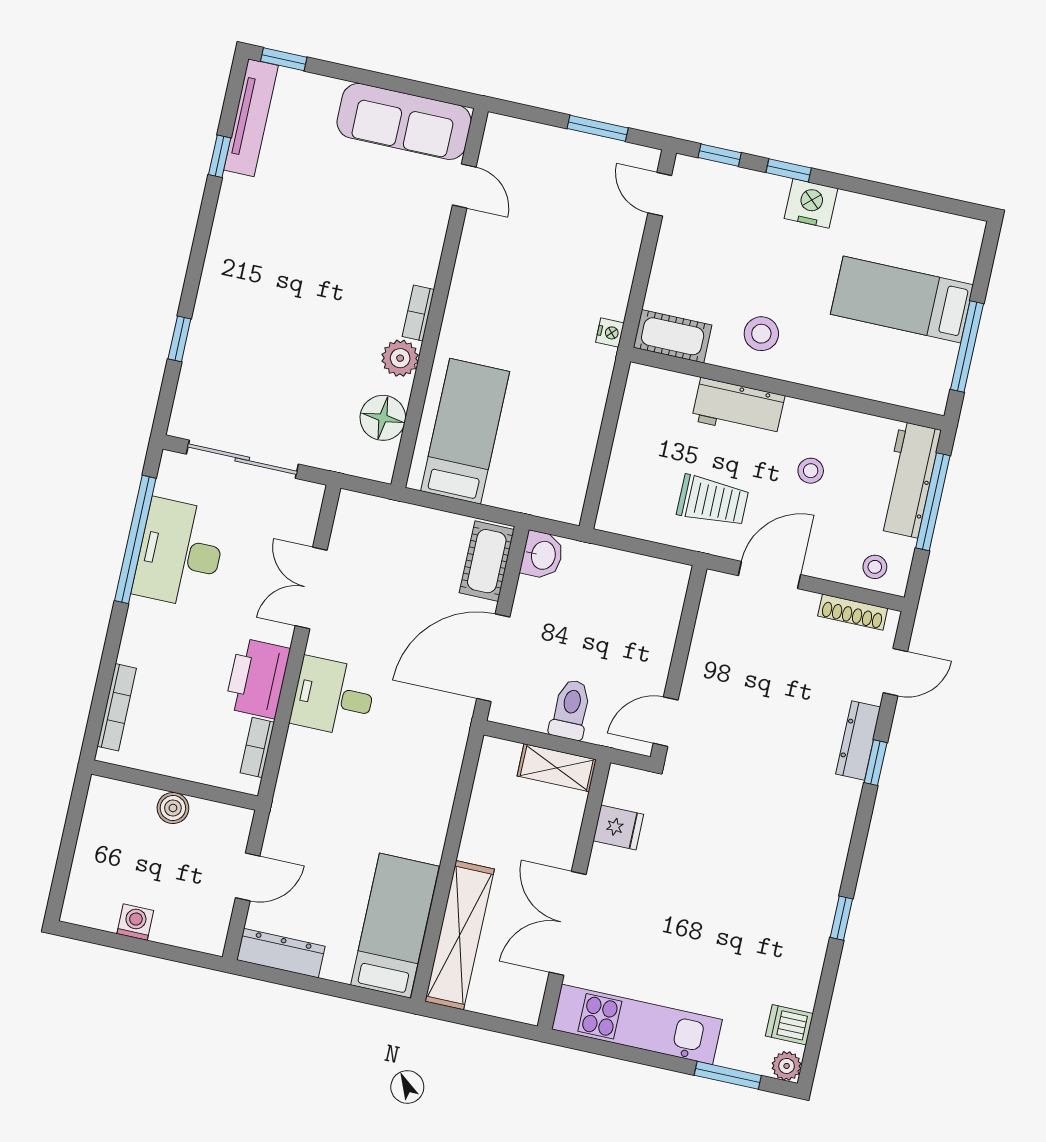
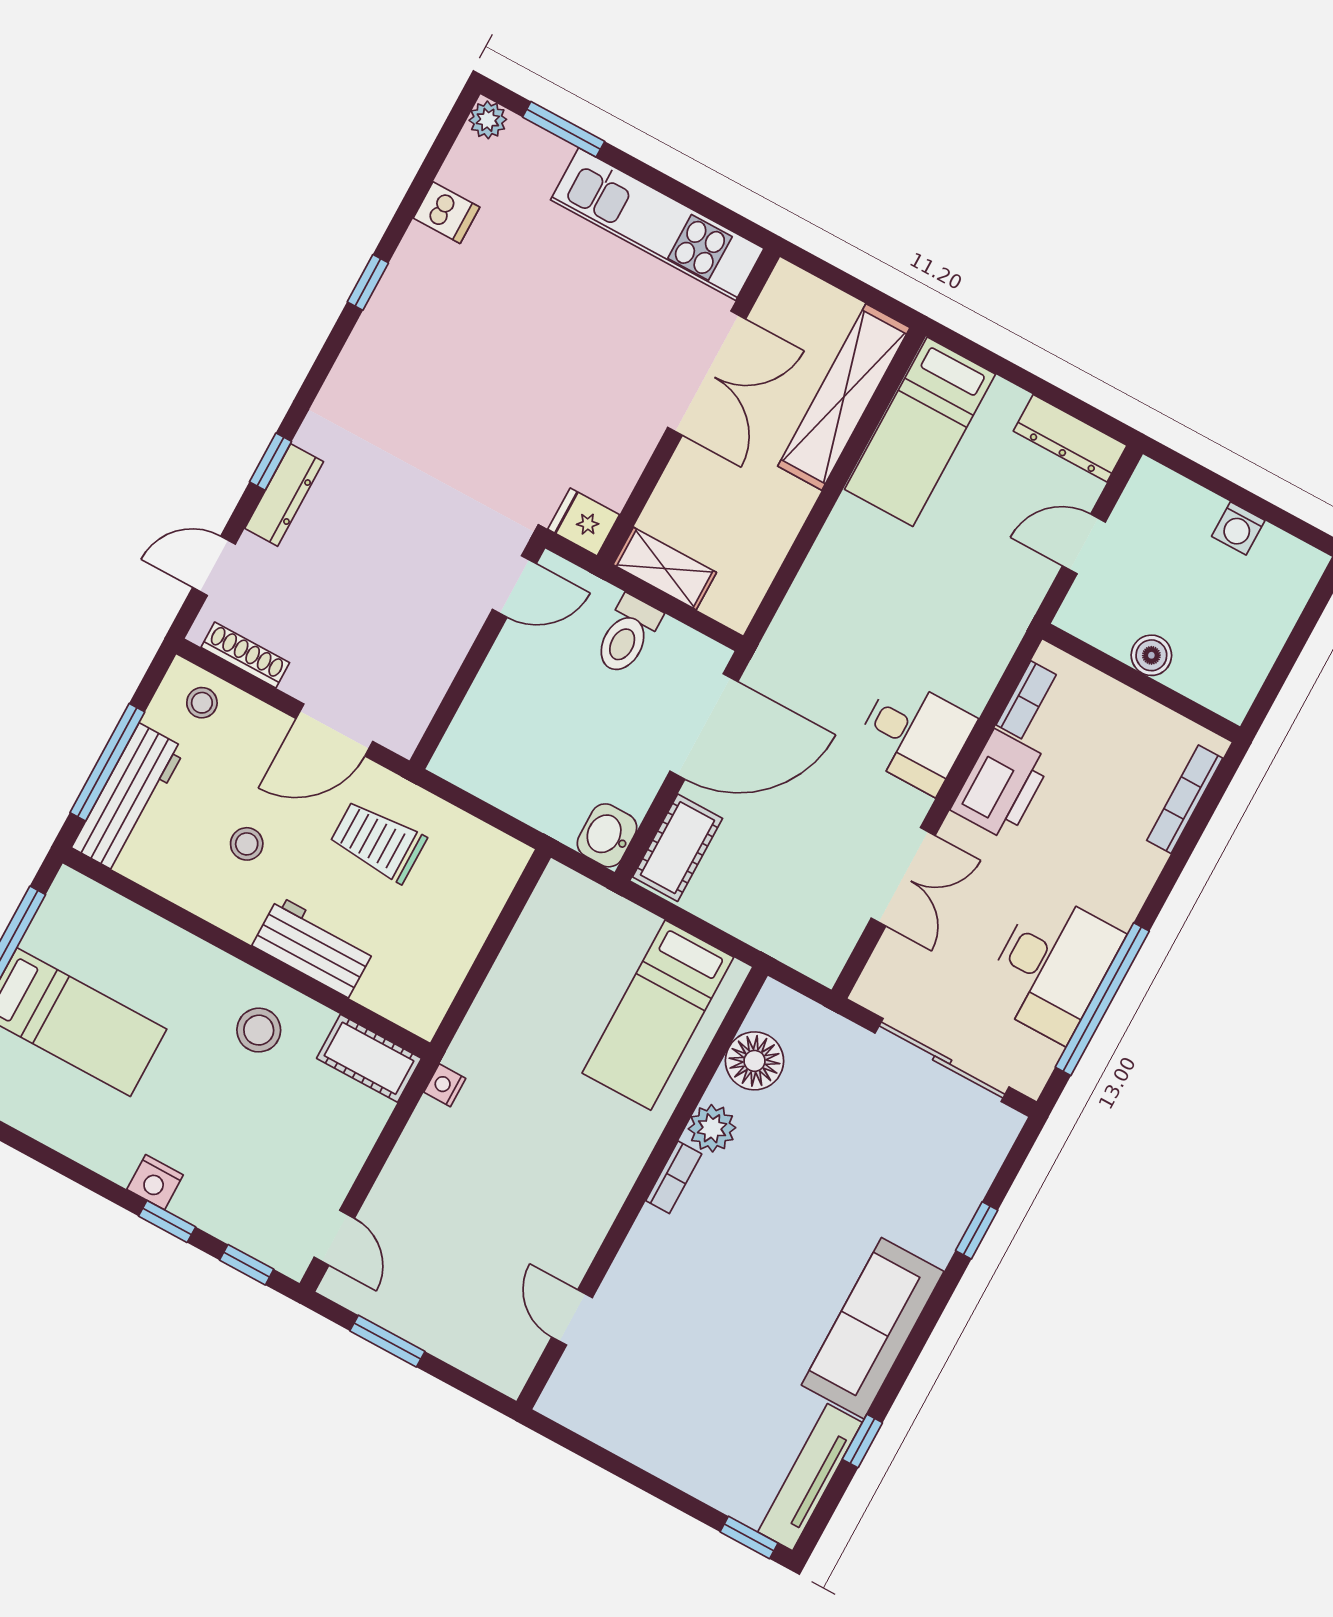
sofa: (404, 121) -> (873, 1328), moved, turned -90
nightstand: (811, 203) -> (155, 1182), width x0.74, depth x0.75
fridge: (618, 828) -> (584, 522), moved
dishwasher: (789, 1025) -> (446, 213), moved

